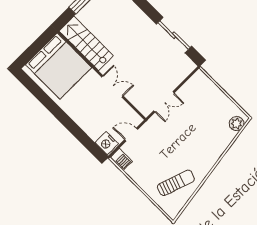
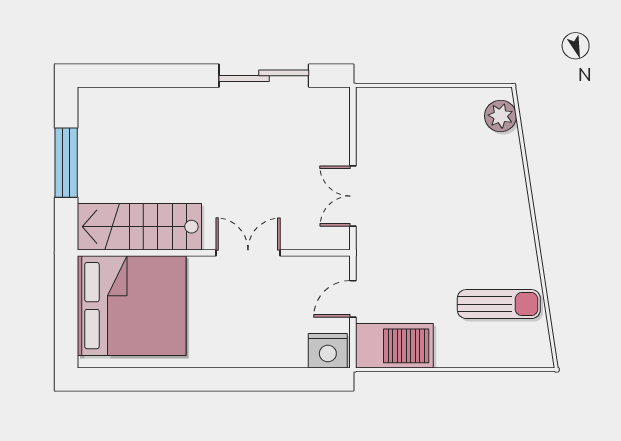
double door: (164, 102) -> (353, 196), swing flipped
barbecue: (121, 159) -> (394, 346), width x1.88, depth x1.53
sun lounger: (176, 183) -> (499, 304), turned 71

